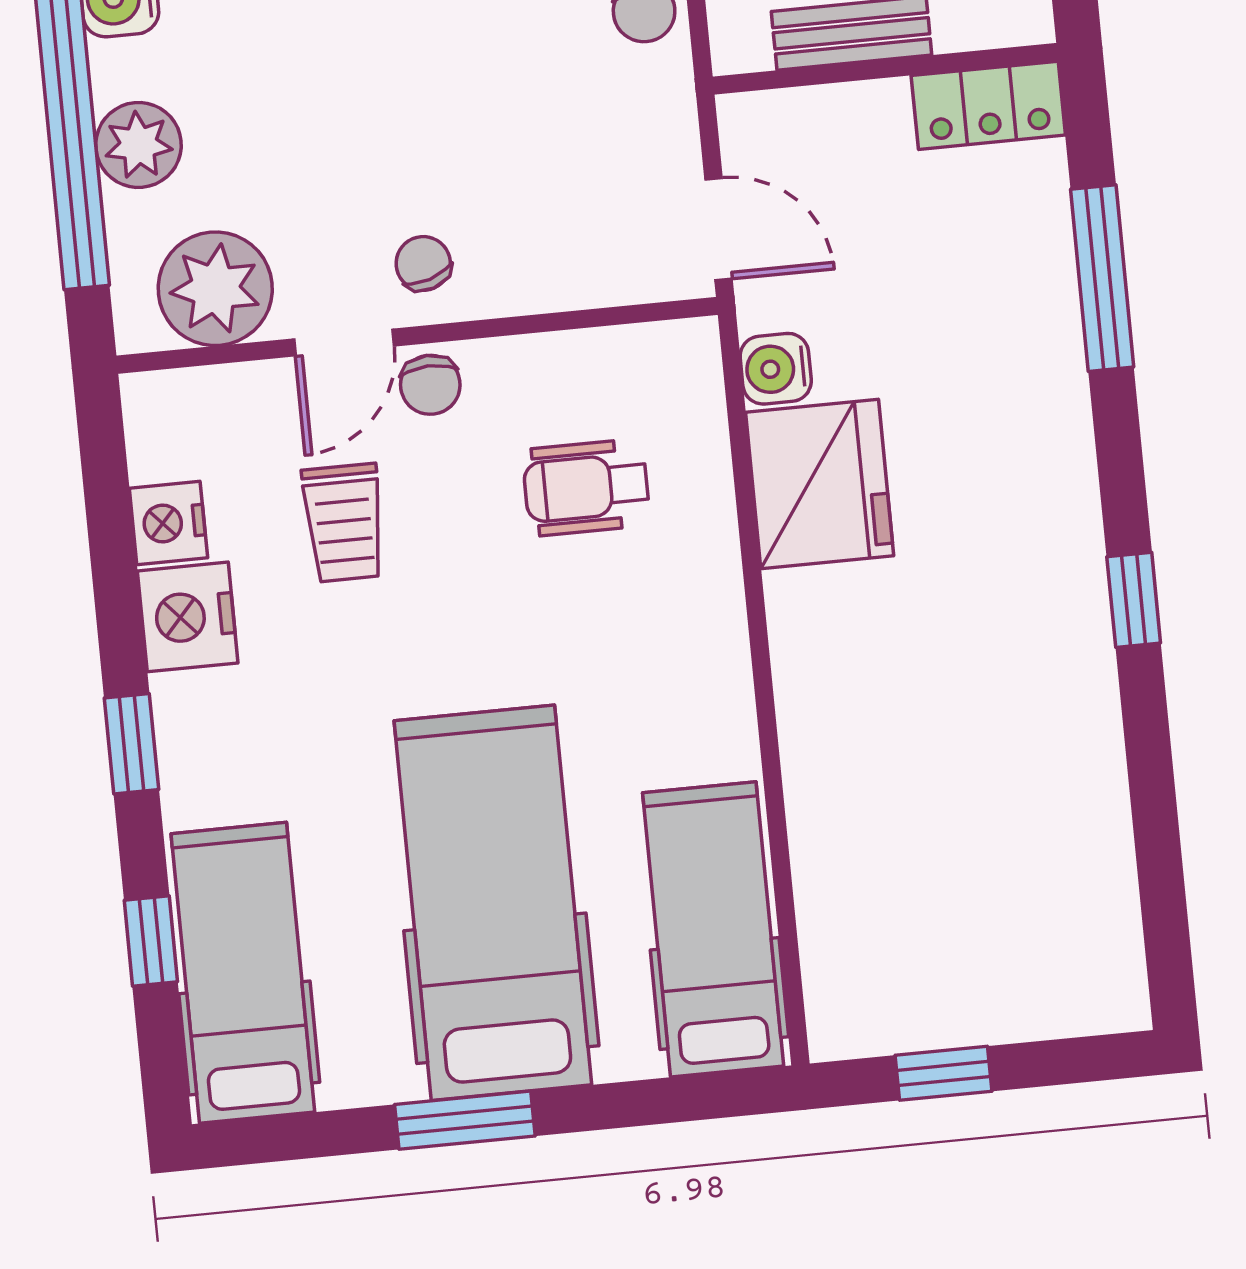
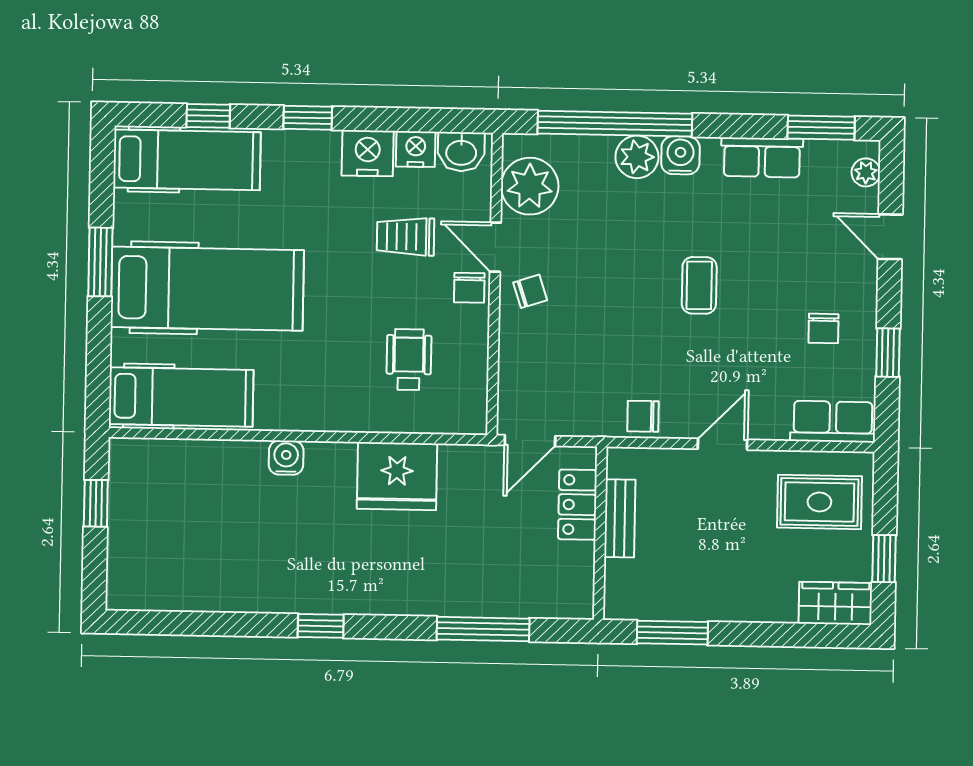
locker: (988, 105) -> (577, 505), moved
plant: (138, 145) -> (637, 157), moved
water cooler: (776, 369) -> (286, 458), moved
chair: (430, 385) -> (469, 288), turned -88
washbasin: (163, 432) -> (461, 152), added

